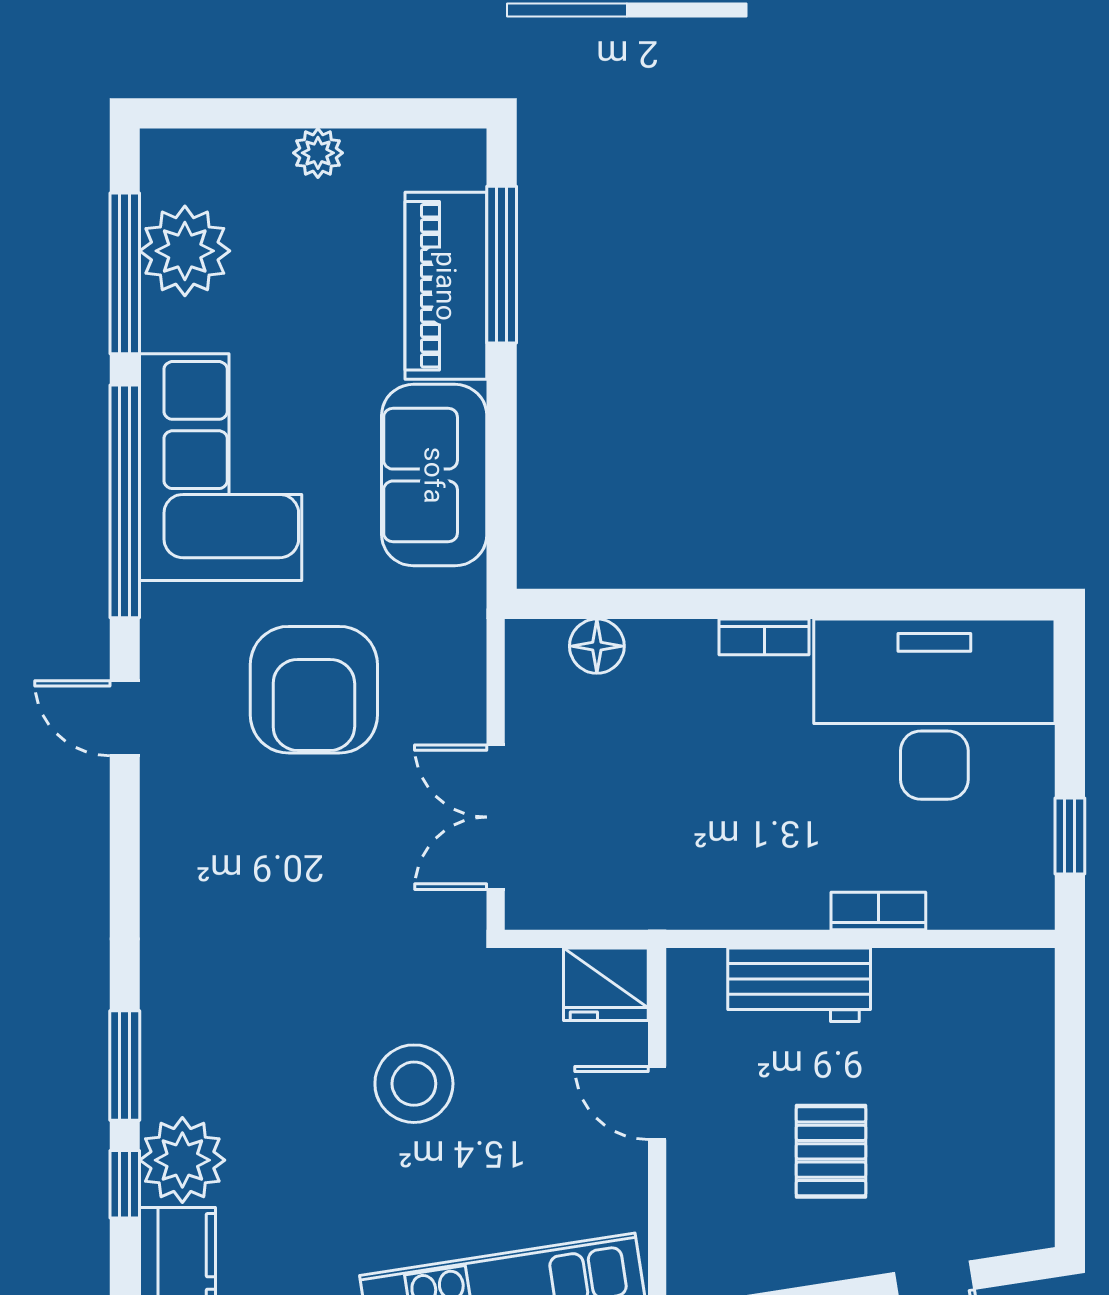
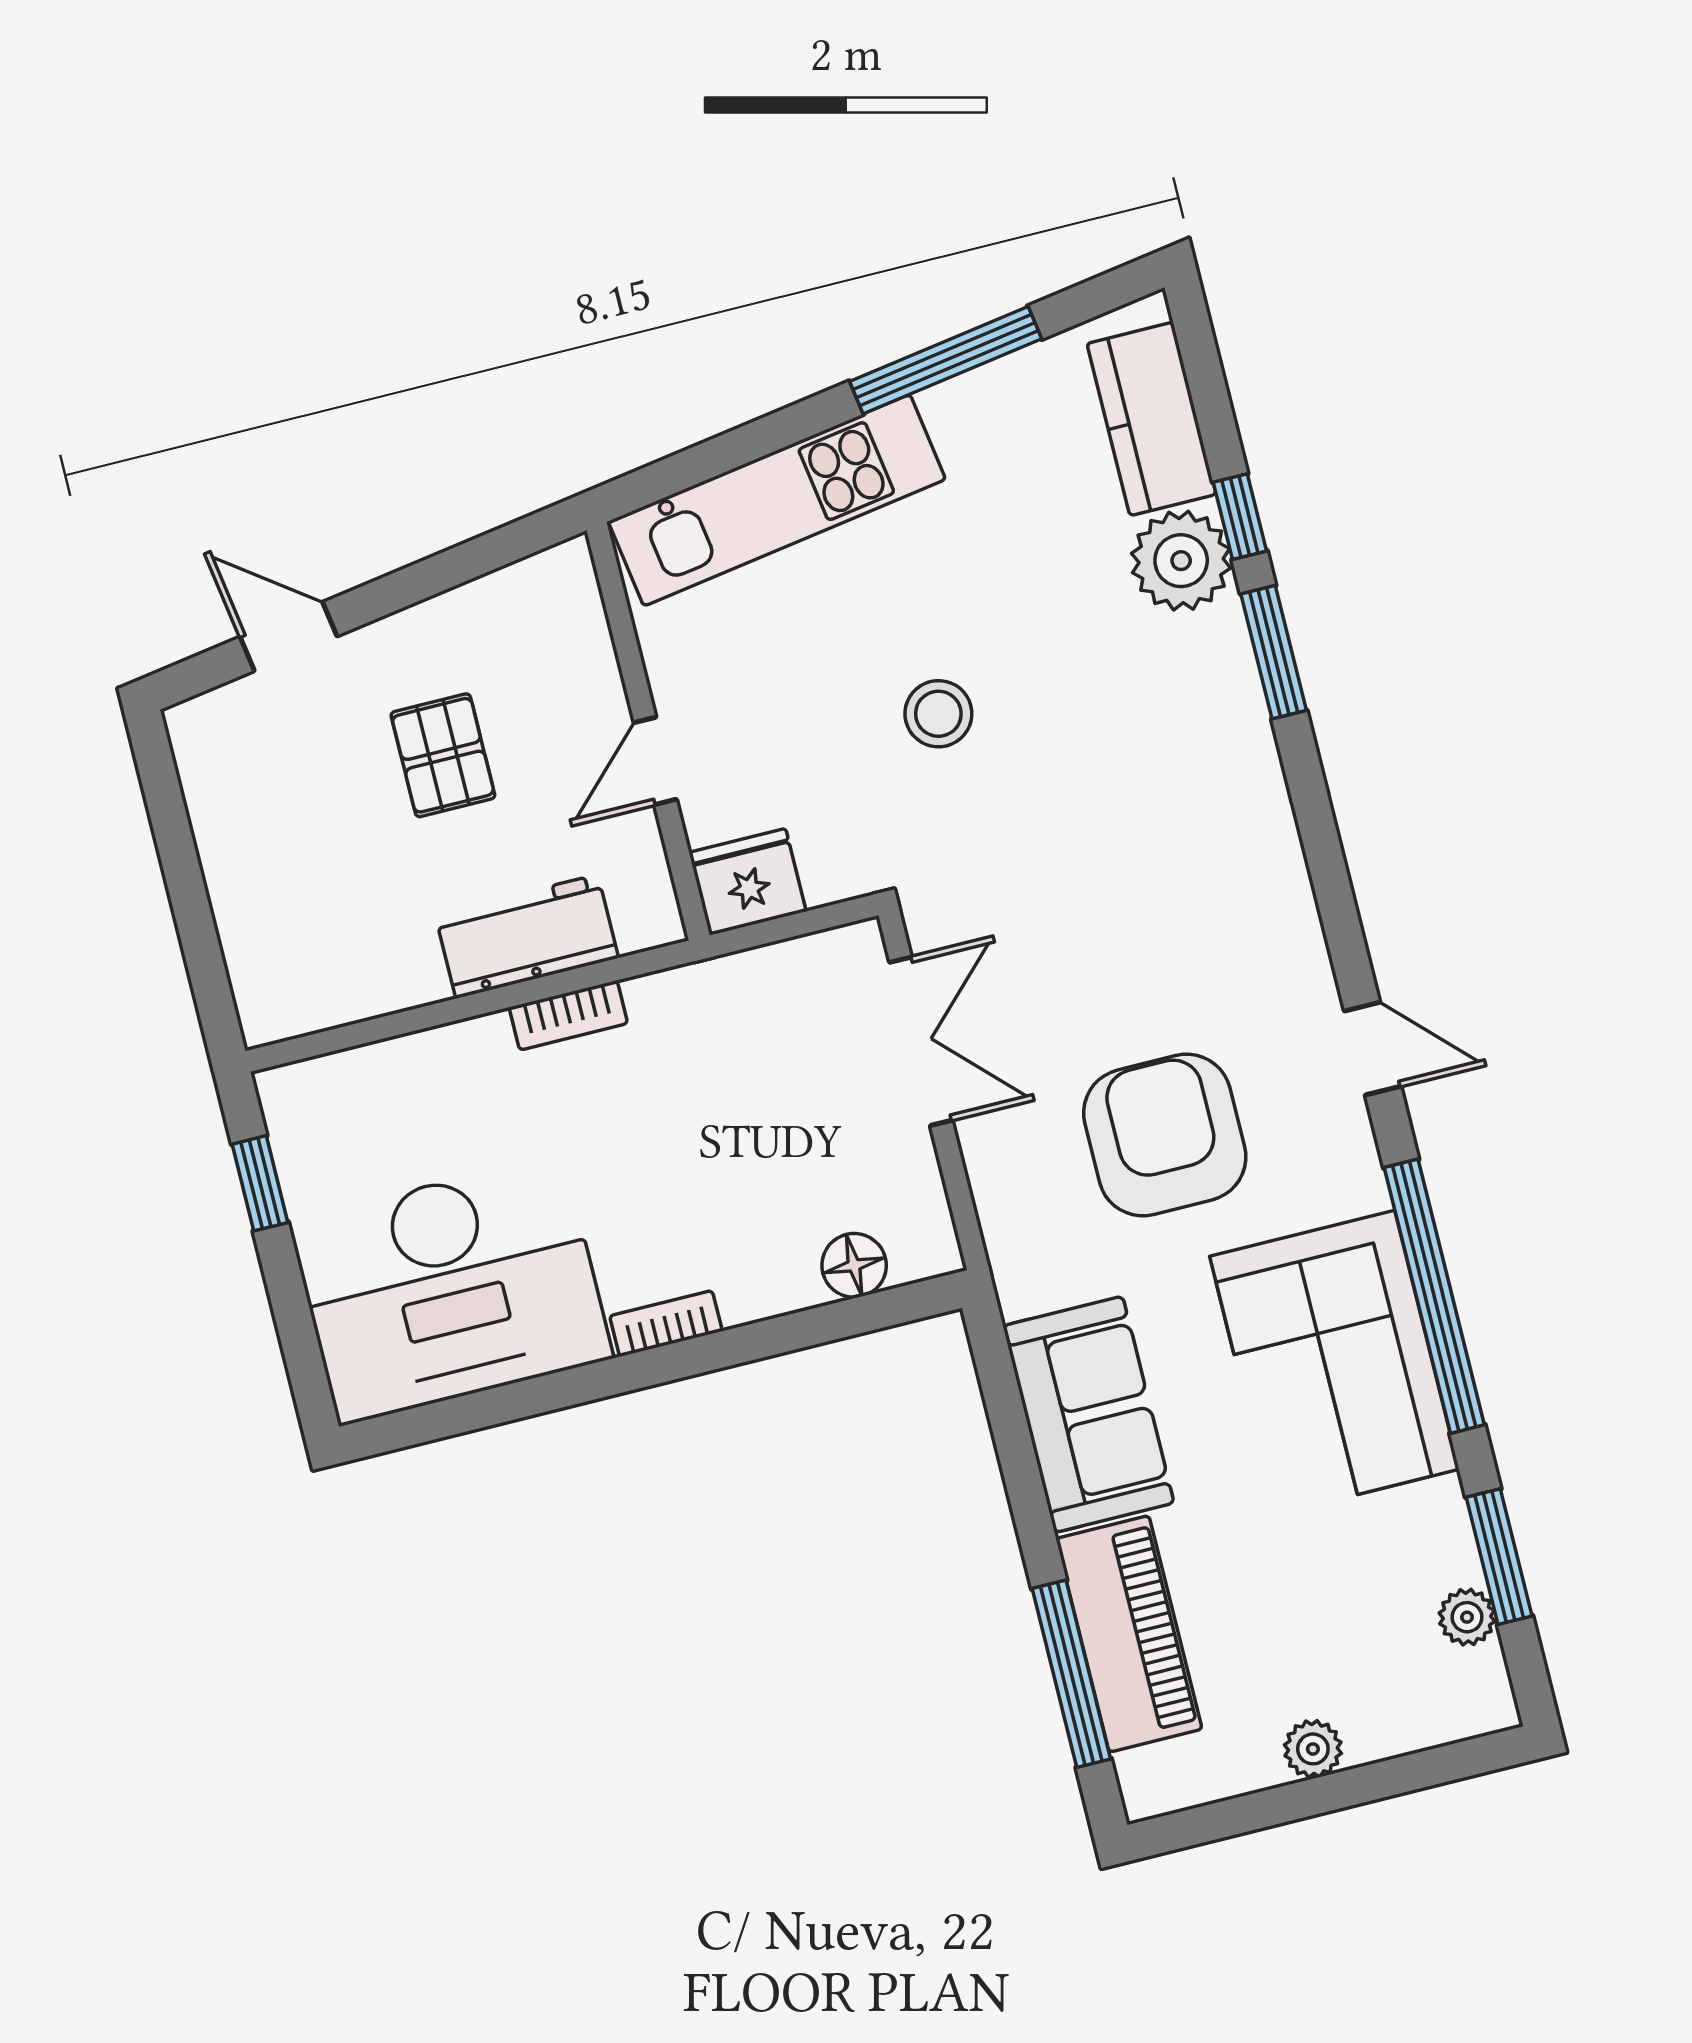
plant: (185, 251) -> (1467, 1617), width x0.53, depth x0.53
window: (125, 273) -> (1499, 1557), width x0.69
bookcase: (878, 911) -> (568, 1015), moved
stool: (414, 1084) -> (938, 714), width x0.73, depth x0.73
door: (657, 1103) -> (655, 761), swing flipped

